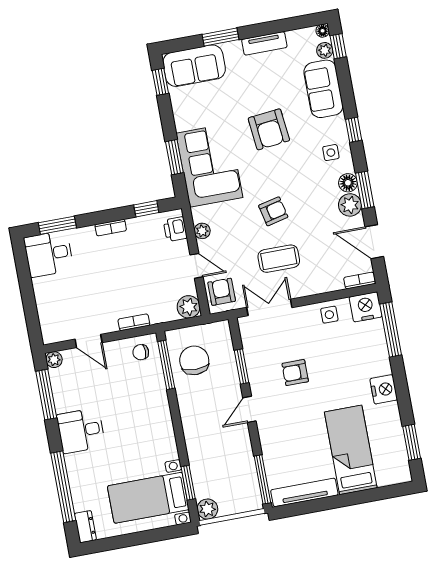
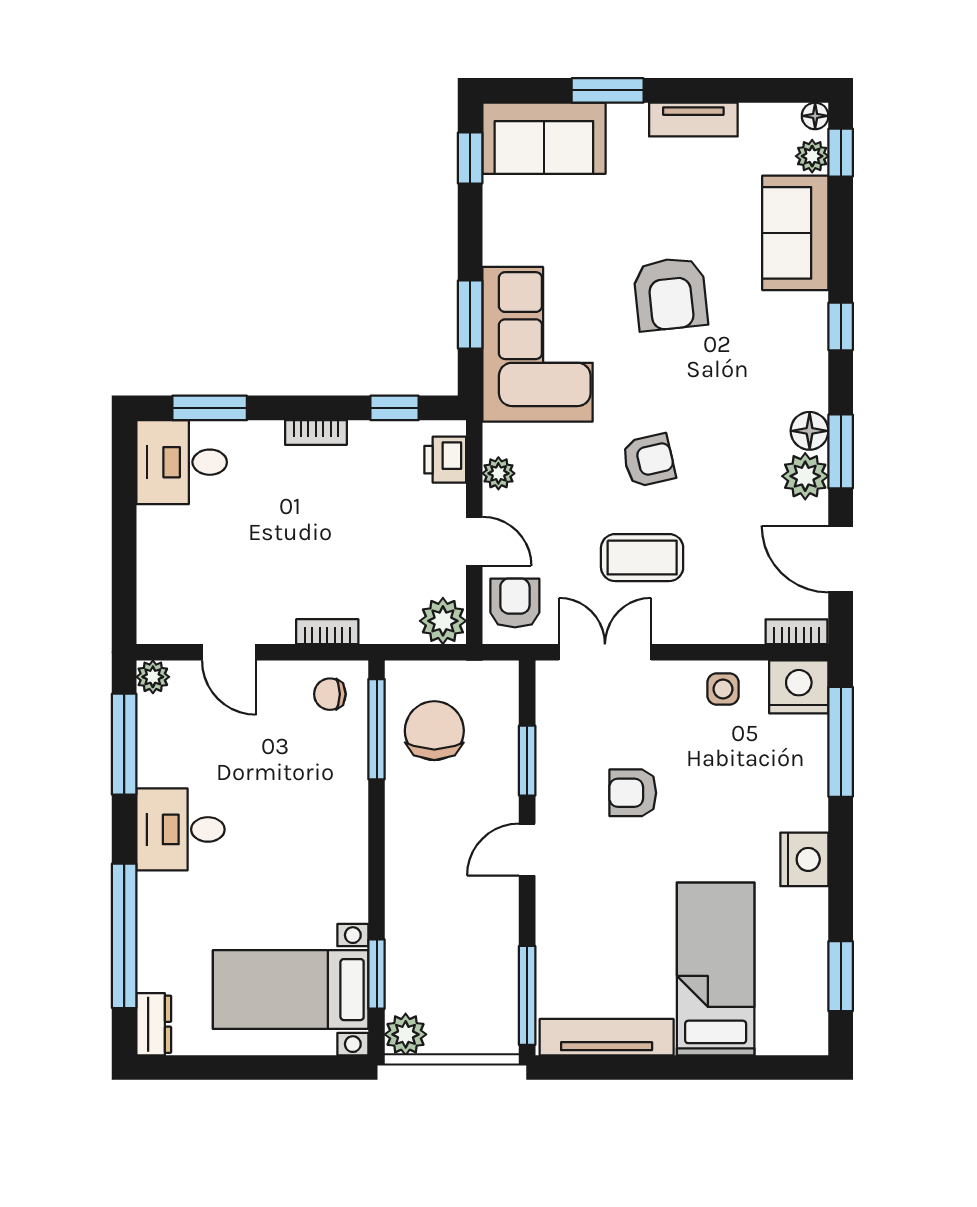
side table: (331, 153) -> (786, 364), removed

